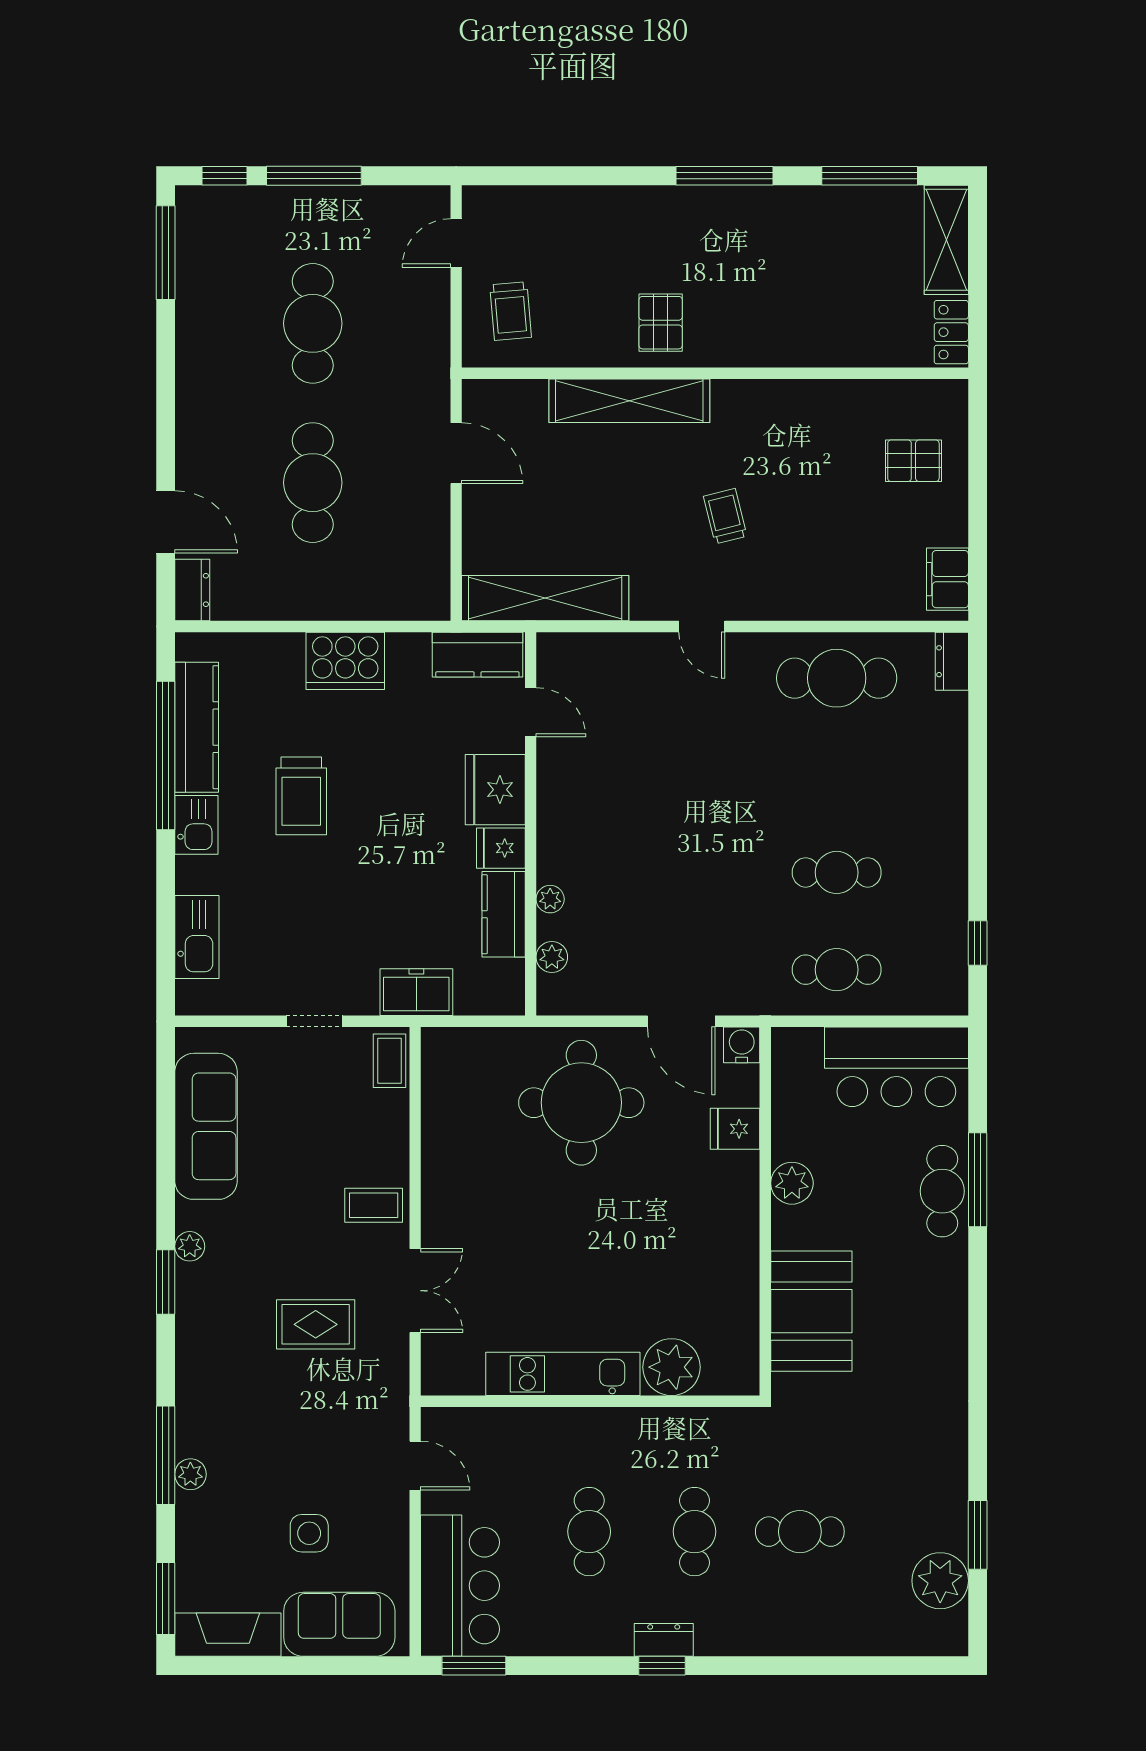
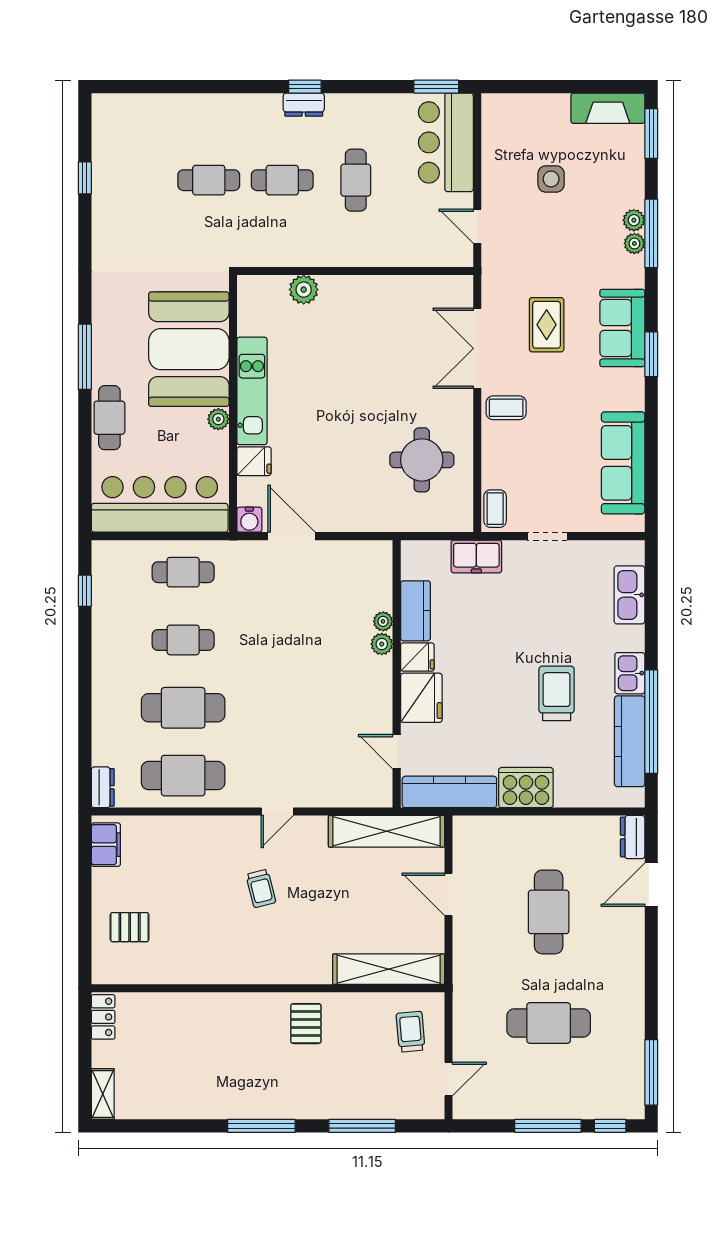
window: (870, 176) -> (362, 1126), moved
shelving: (946, 240) -> (103, 1094), width x0.67, depth x0.75
cafe table: (313, 323) -> (549, 1023), turned 90
shelving: (629, 401) -> (389, 969), moved
door: (456, 453) -> (449, 894), moved
door: (166, 522) -> (651, 885), hinge flipped
door: (702, 626) -> (277, 812), swing flipped
kitchen counter: (477, 655) -> (449, 792), width x1.50
cafe table: (837, 775) -> (183, 708), added
plant: (552, 957) -> (382, 644), moved
bar counter: (896, 1067) -> (160, 504), width x1.36
round table: (581, 1103) -> (422, 460), moved, width x0.73, depth x0.73
window: (978, 1180) -> (85, 357), moved
plant: (792, 1183) -> (218, 419), width x0.73, depth x0.73
plant: (190, 1246) -> (634, 243), moved
double door: (415, 1291) -> (477, 348), width x1.37
booth: (811, 1311) -> (189, 349), width x1.36, depth x1.42
rug: (316, 1324) -> (547, 325), turned 90
plant: (671, 1367) -> (304, 290), width x0.73, depth x0.73
kitchen unit: (563, 1374) -> (252, 391), moved, turned -90
cafe table: (694, 1532) -> (282, 180), turned 90
window: (978, 1535) -> (85, 178), width x0.67
plant: (940, 1581) -> (111, 146), removed
sofa: (339, 1624) -> (622, 328), moved, turned 90

